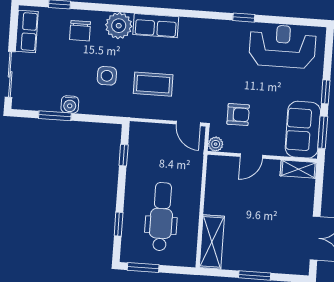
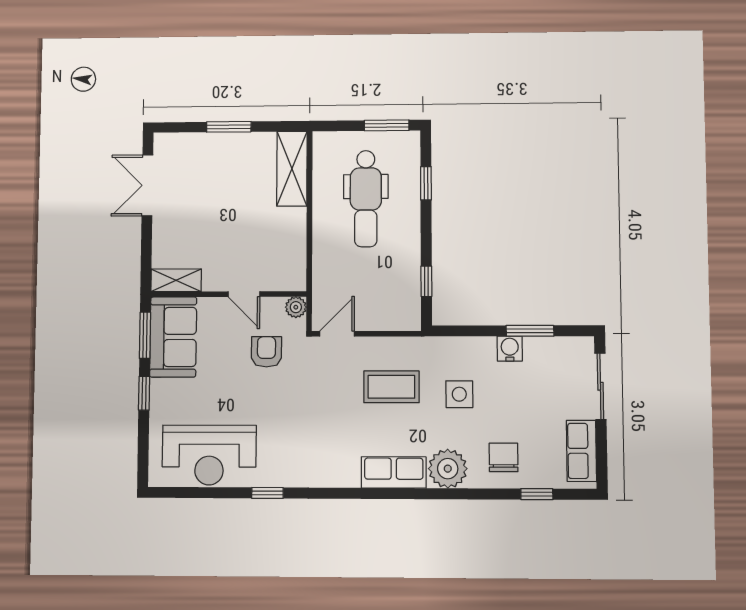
armchair: (238, 115) -> (266, 352), turned 90
door: (188, 123) -> (337, 334), hinge flipped
door: (251, 156) -> (244, 294), swing flipped

